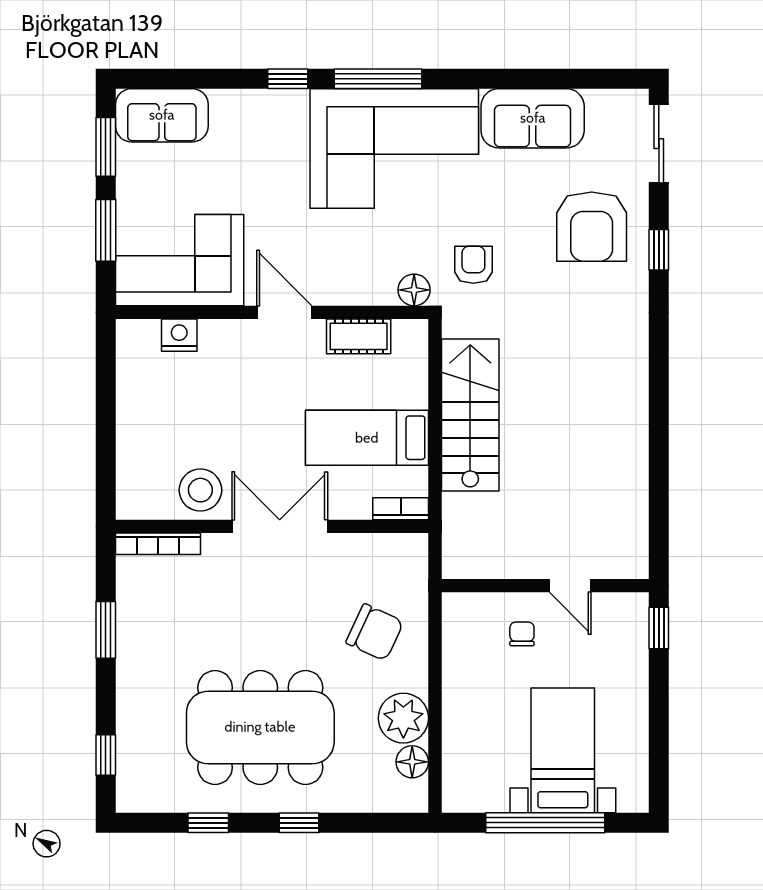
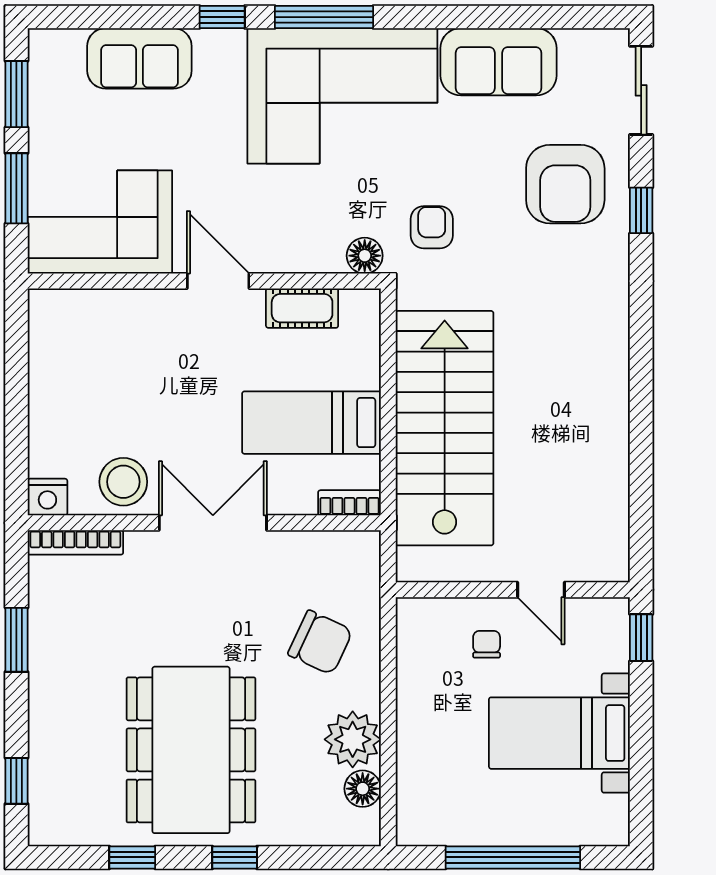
sofa: (162, 115) -> (139, 58), moved
nightstand: (179, 335) -> (47, 497), moved, turned 180
stairs: (470, 415) -> (445, 428), width x1.36, depth x1.51
dining table: (260, 727) -> (191, 750), turned 90
bed with nightstands: (563, 750) -> (559, 733), moved, turned -90

